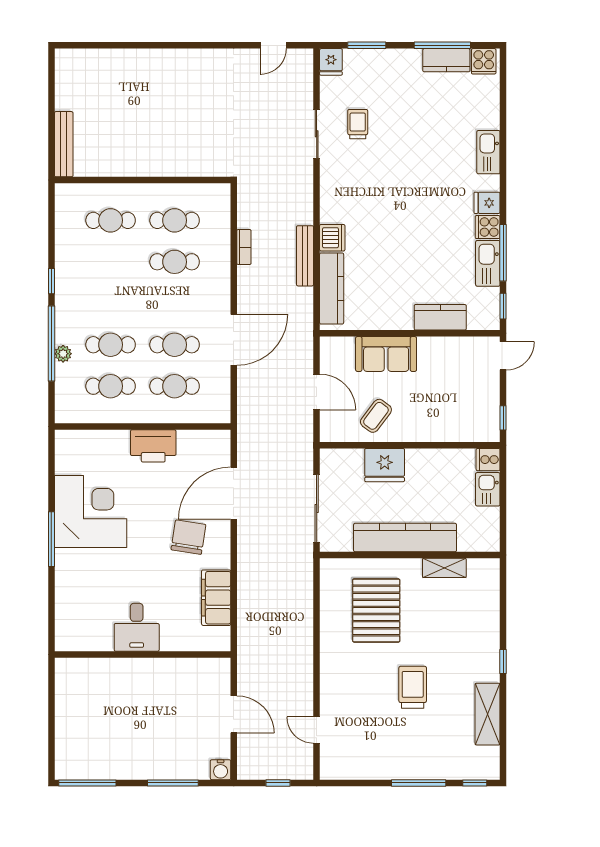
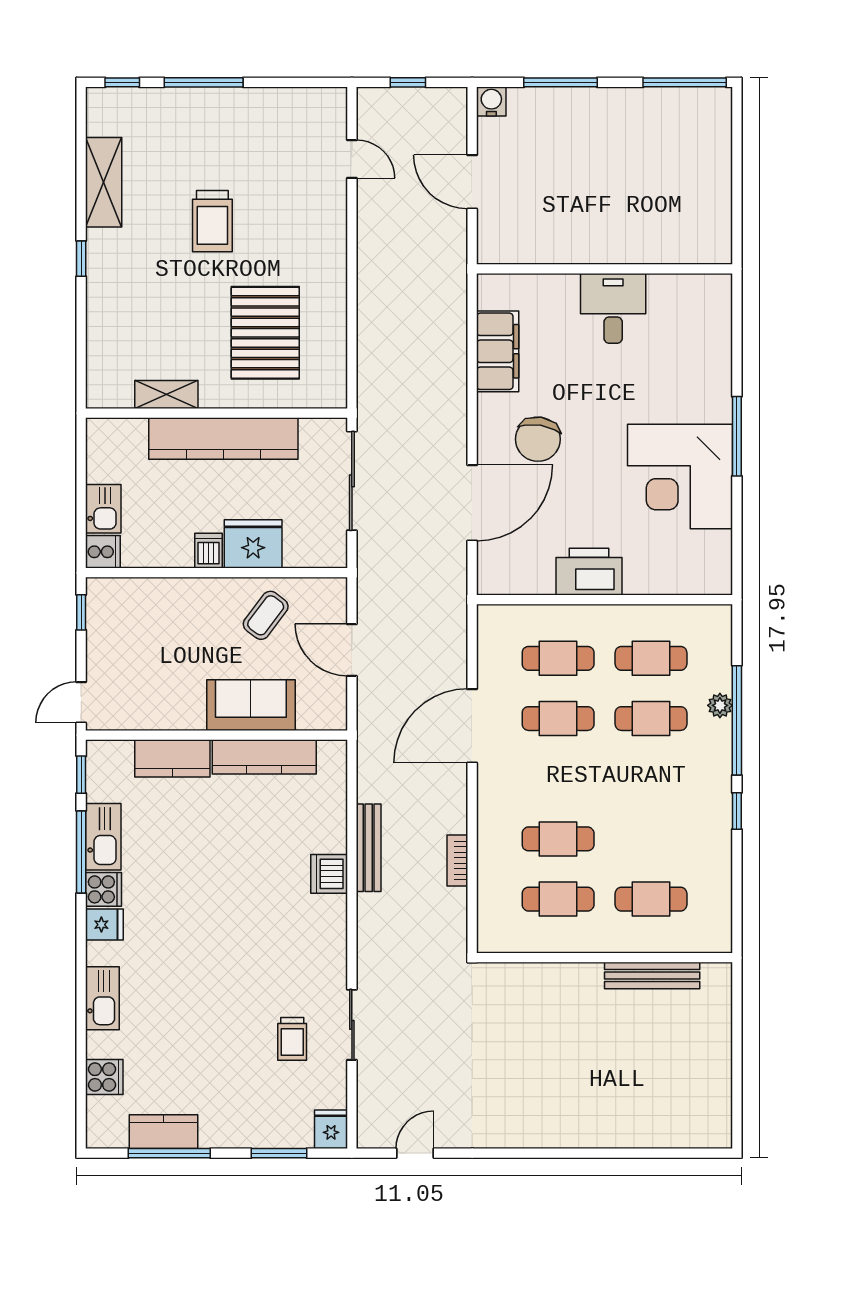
cooker: (484, 61) -> (104, 1077), moved, turned 90
bench: (64, 144) -> (652, 976), moved, turned 90
kitchen counter: (332, 288) -> (264, 757), moved, turned -90
dishwasher: (415, 460) -> (208, 551), added

